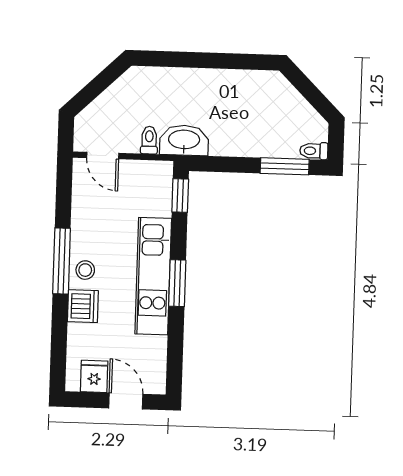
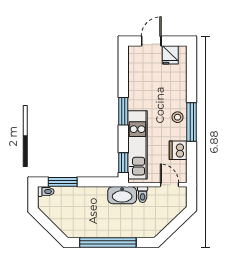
window: (211, 61) -> (108, 243), added
kitchen unit: (153, 276) -> (138, 145), moved
dishwasher: (83, 306) -> (178, 150), moved
door: (126, 401) -> (151, 41), swing flipped

